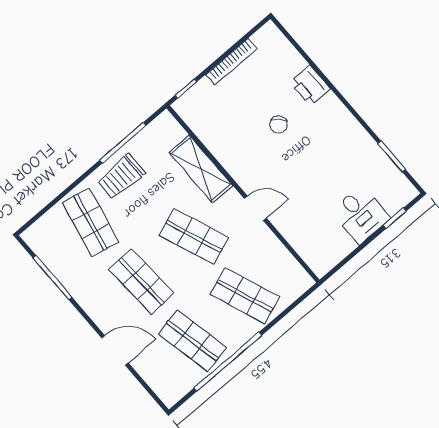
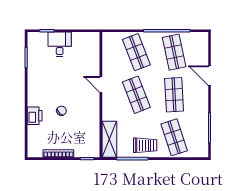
shelving: (201, 169) -> (109, 139), moved
shop shelf: (91, 222) -> (174, 137), turned -30

